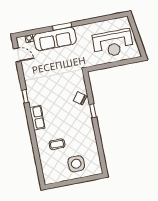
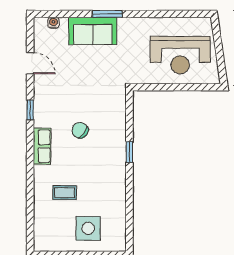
sofa: (55, 39) -> (93, 31), width x0.73
door: (17, 55) -> (30, 63), moved
chair: (80, 98) -> (80, 130), moved

